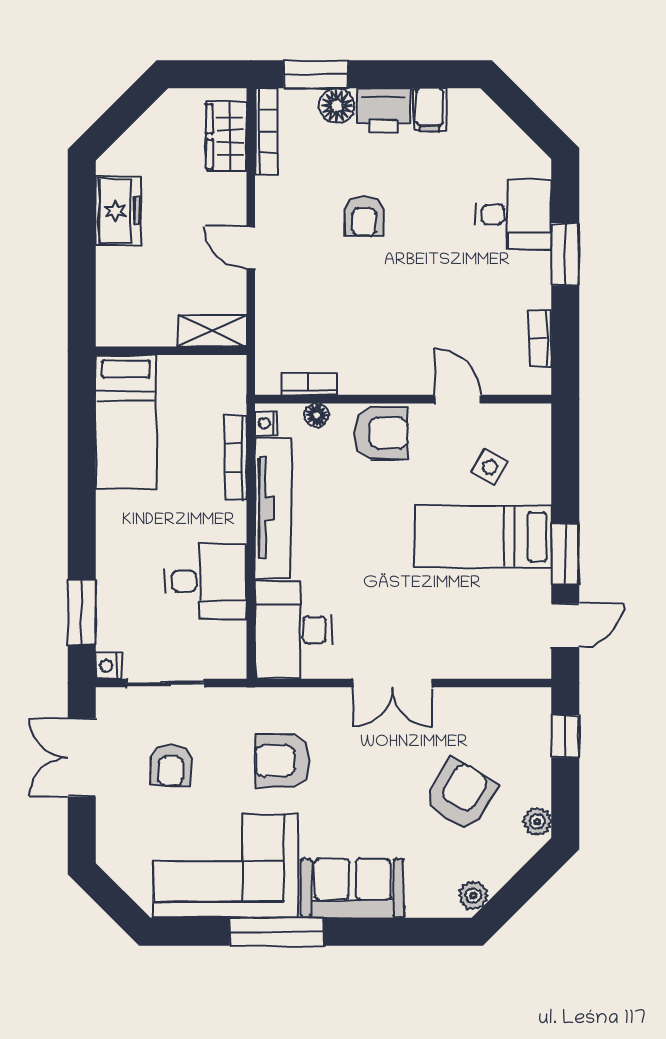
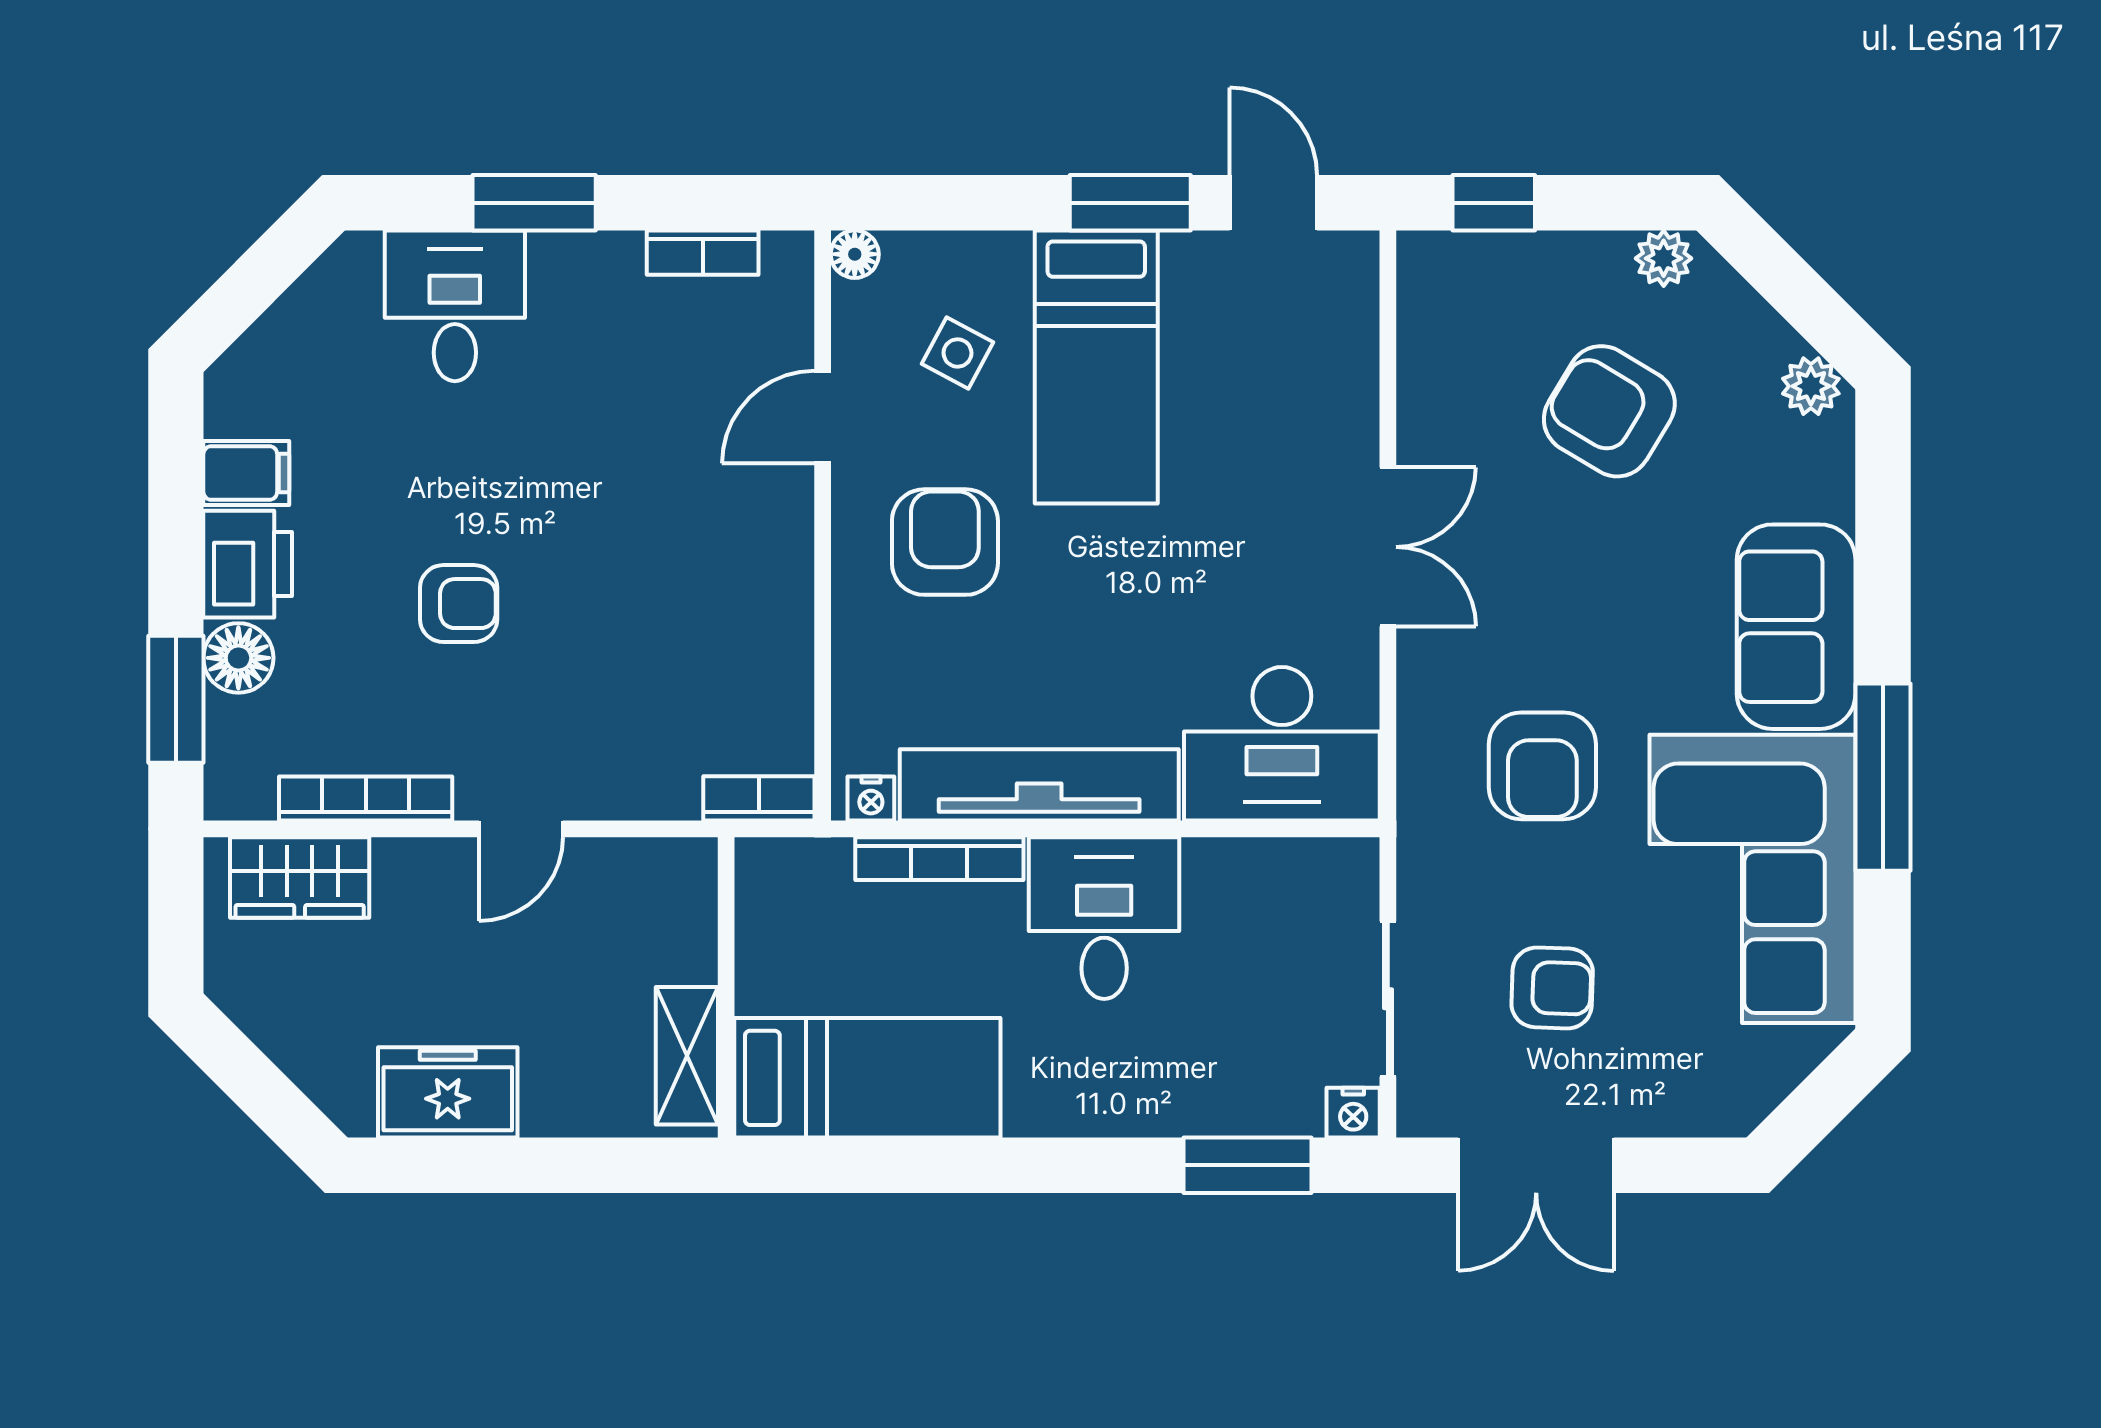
bookcase: (266, 132) -> (366, 798), moved
shelving: (212, 331) -> (687, 1056), moved
bookcase: (309, 384) -> (759, 798), moved, turned 90
floor lamp: (317, 415) -> (855, 254), moved
armchair: (381, 433) -> (945, 542), moved
desk: (206, 581) -> (1104, 918), moved

